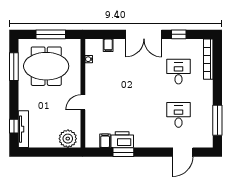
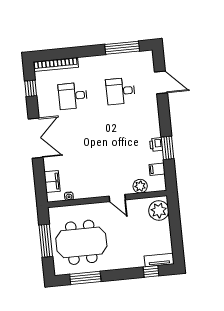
window: (179, 34) -> (31, 88), moved
filing cabinet: (108, 45) -> (52, 182), width x2.00
meeting table: (46, 66) -> (81, 242), turned 90
plant: (91, 124) -> (140, 186), added
tv unit: (23, 129) -> (159, 260), width x0.71
printer: (122, 140) -> (156, 144), width x0.53, depth x0.68

